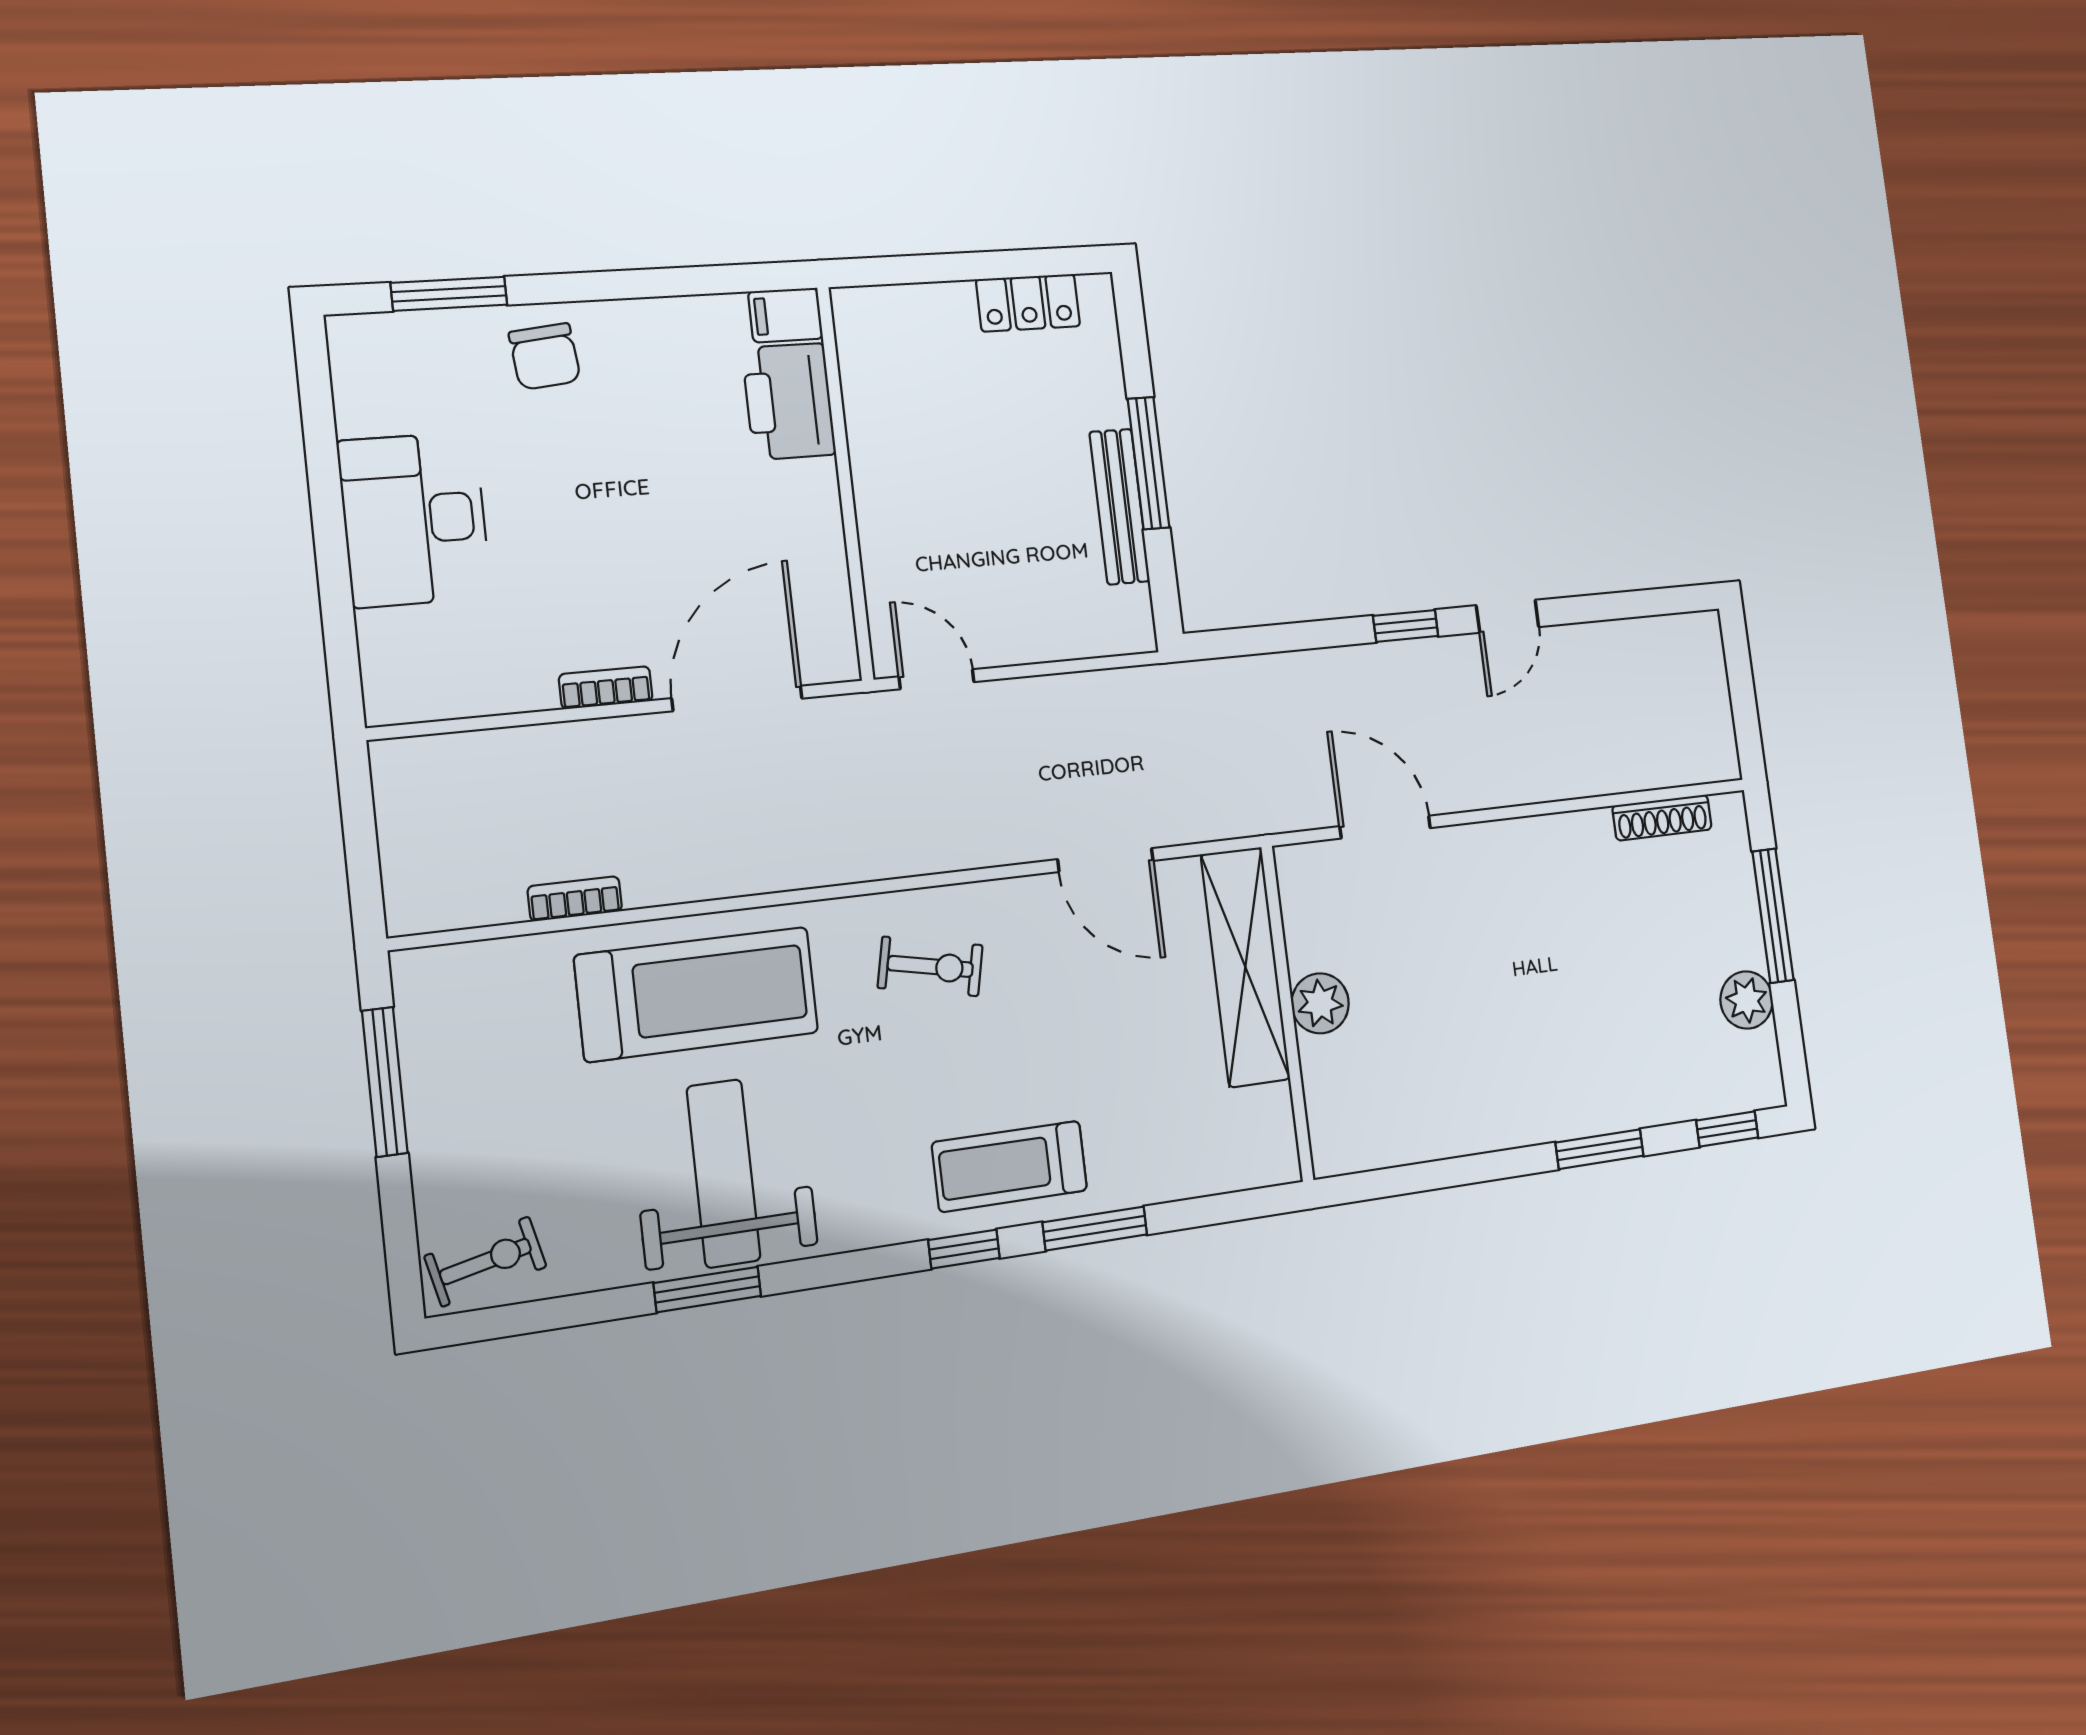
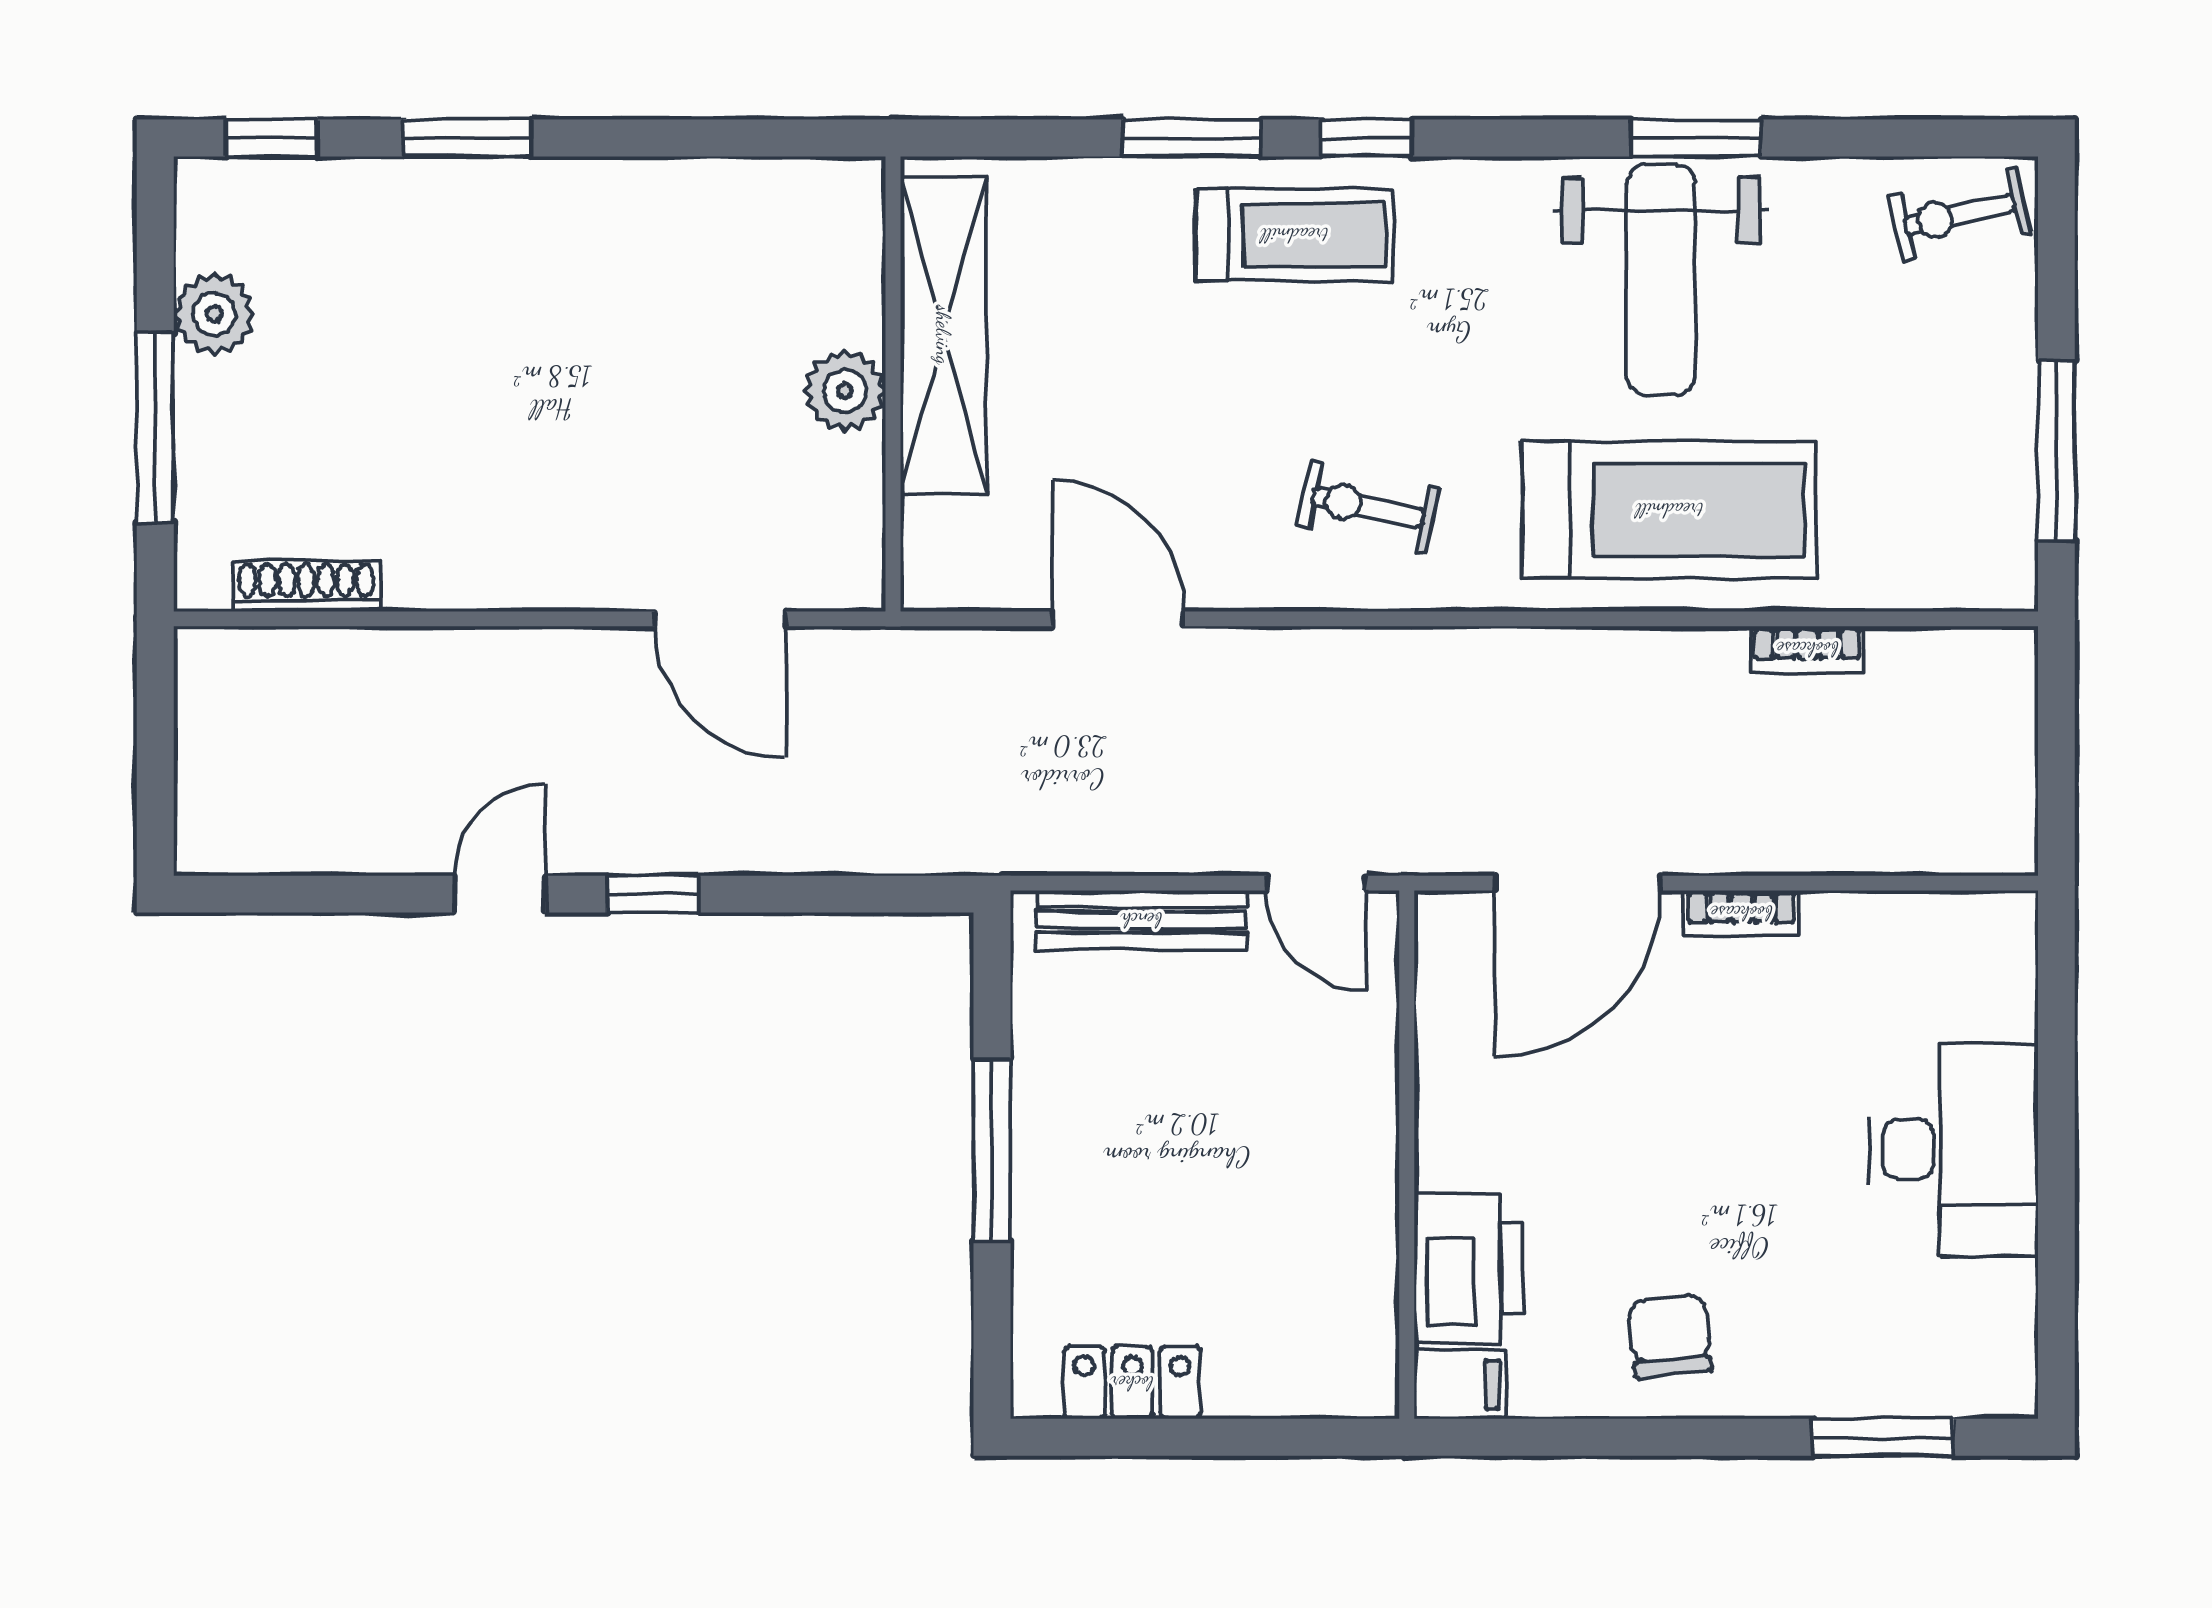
chair: (545, 356) -> (1670, 1336), moved
bench: (1119, 507) -> (1141, 920), moved, turned 90
shelving: (1245, 967) -> (943, 335), moved
treadmill: (697, 994) -> (1669, 510), turned 180

